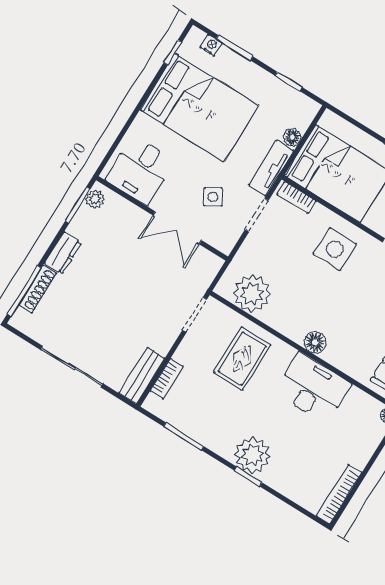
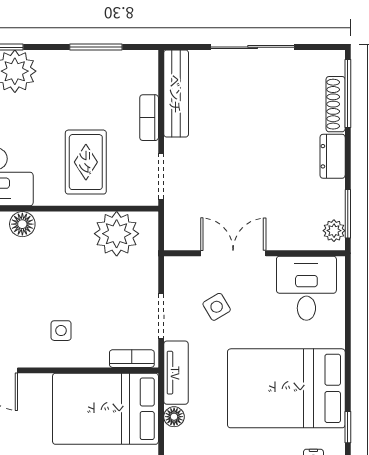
side table: (335, 249) -> (61, 331), width x0.54, depth x0.54
bench: (142, 376) -> (176, 94), width x1.36
bookcase: (167, 379) -> (149, 118), moved

